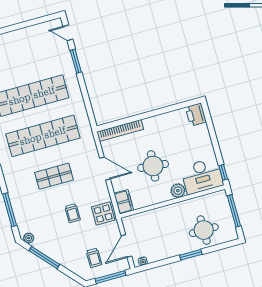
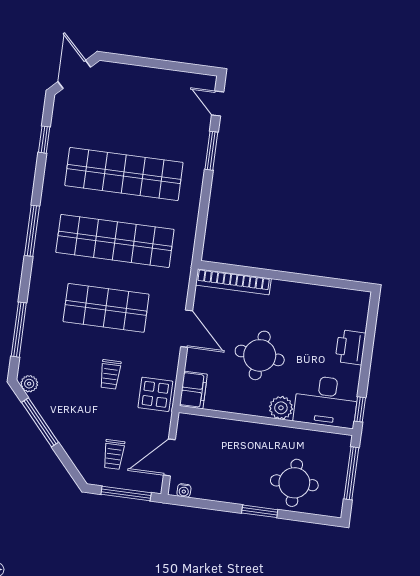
printer: (196, 115) -> (351, 347), moved
shop shelf: (54, 176) -> (106, 308), width x1.43, depth x1.36

